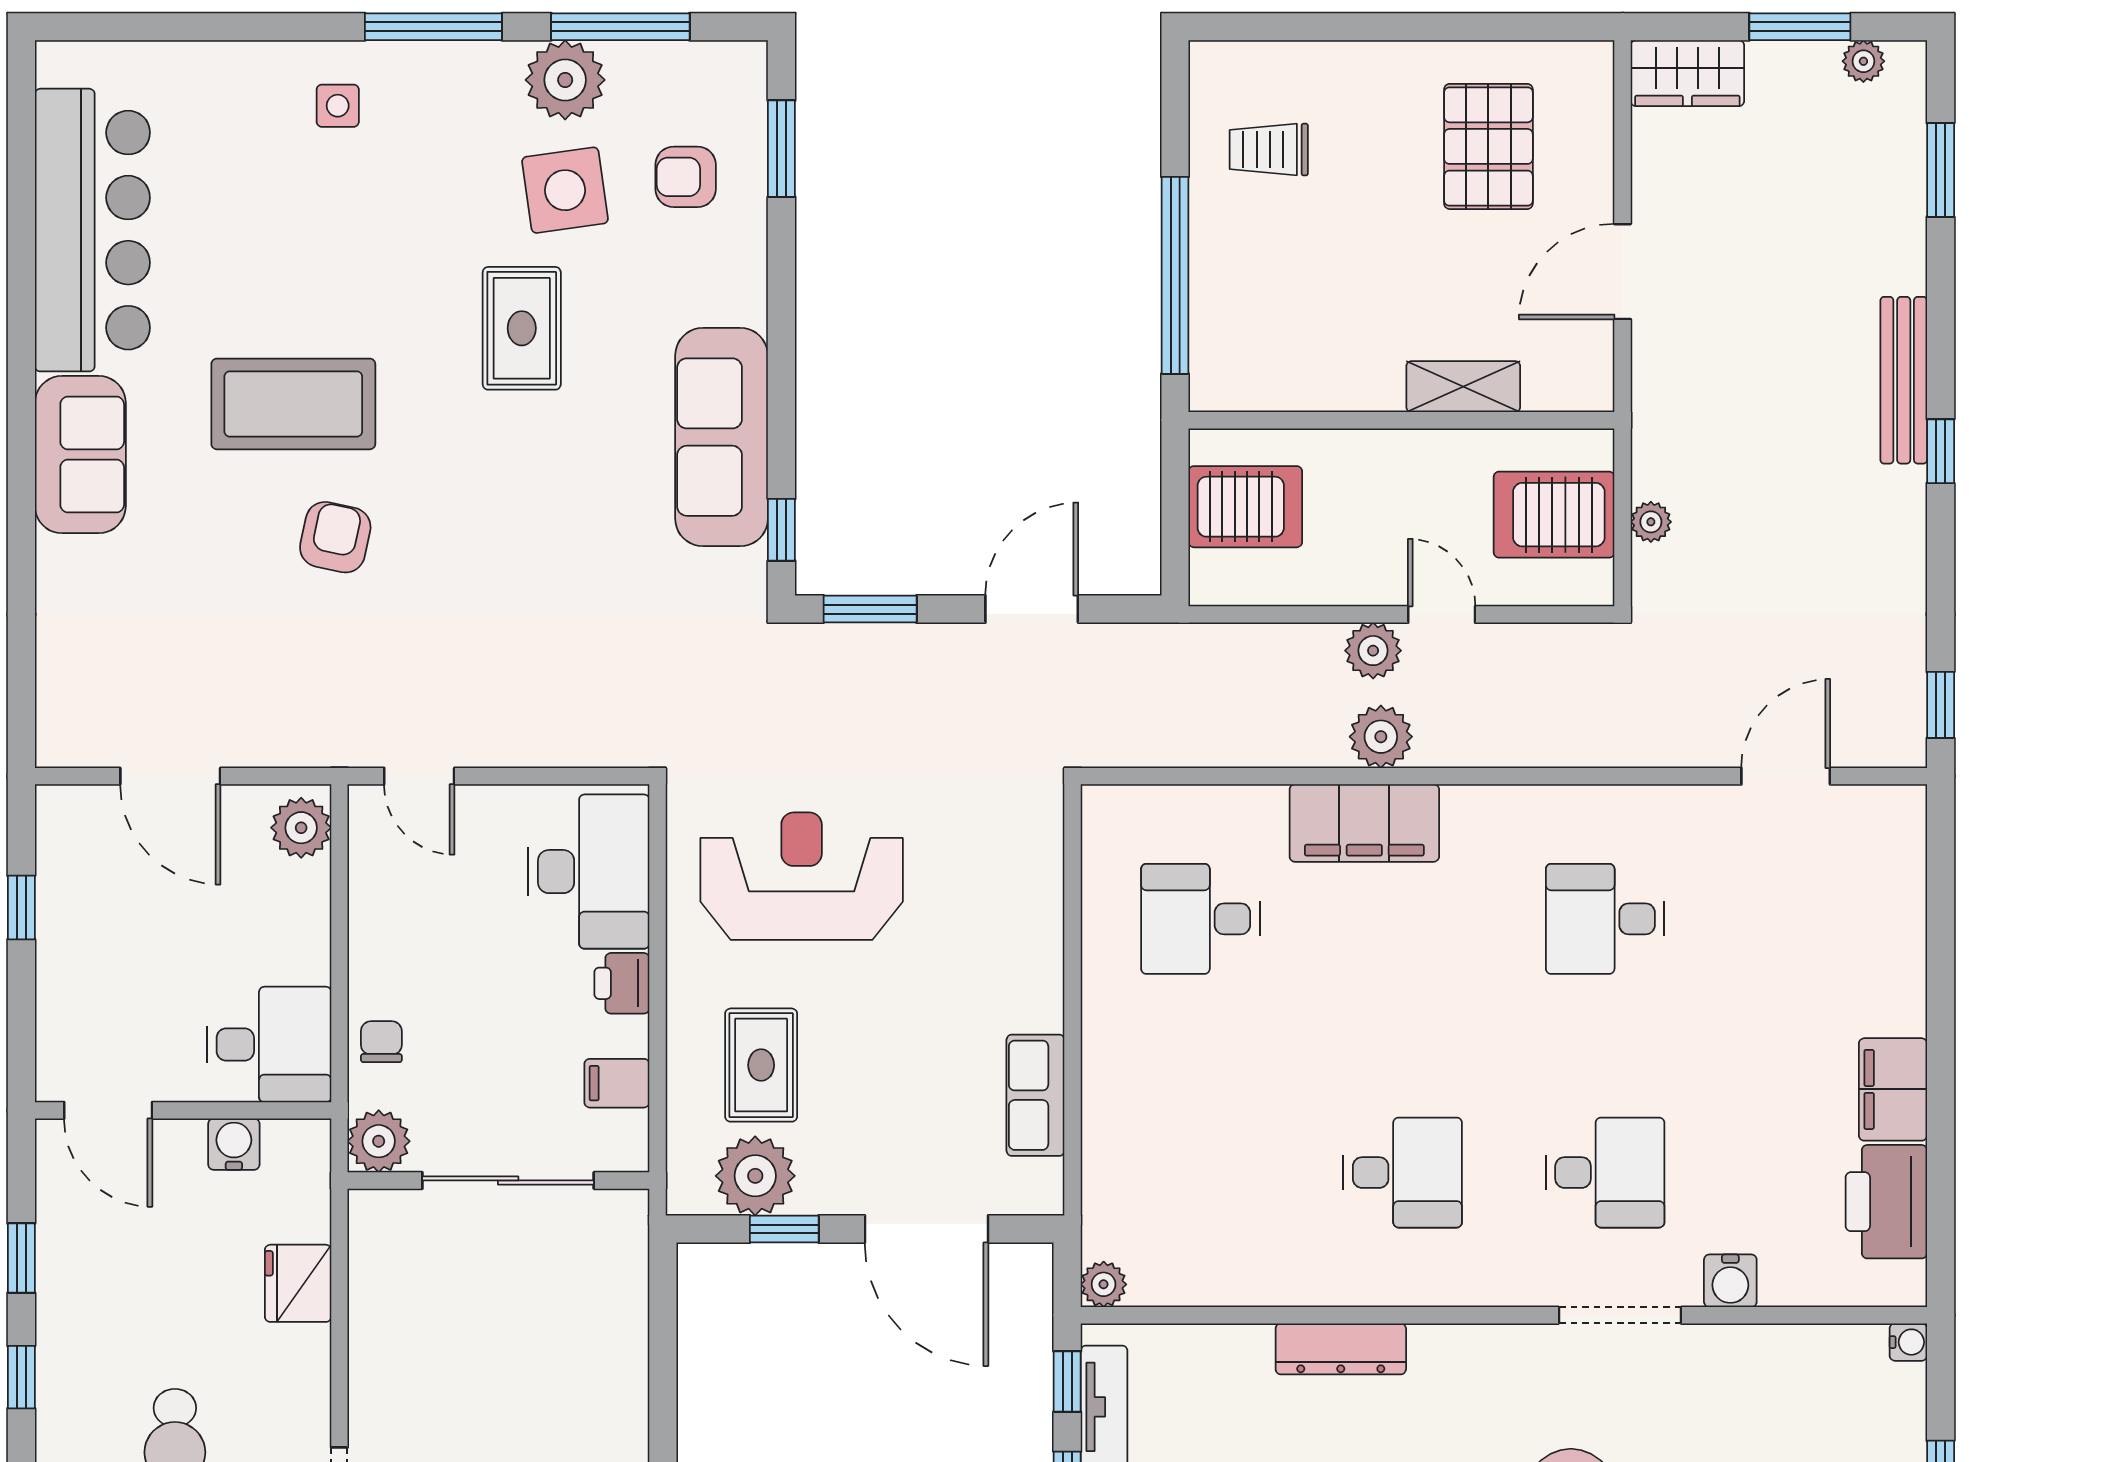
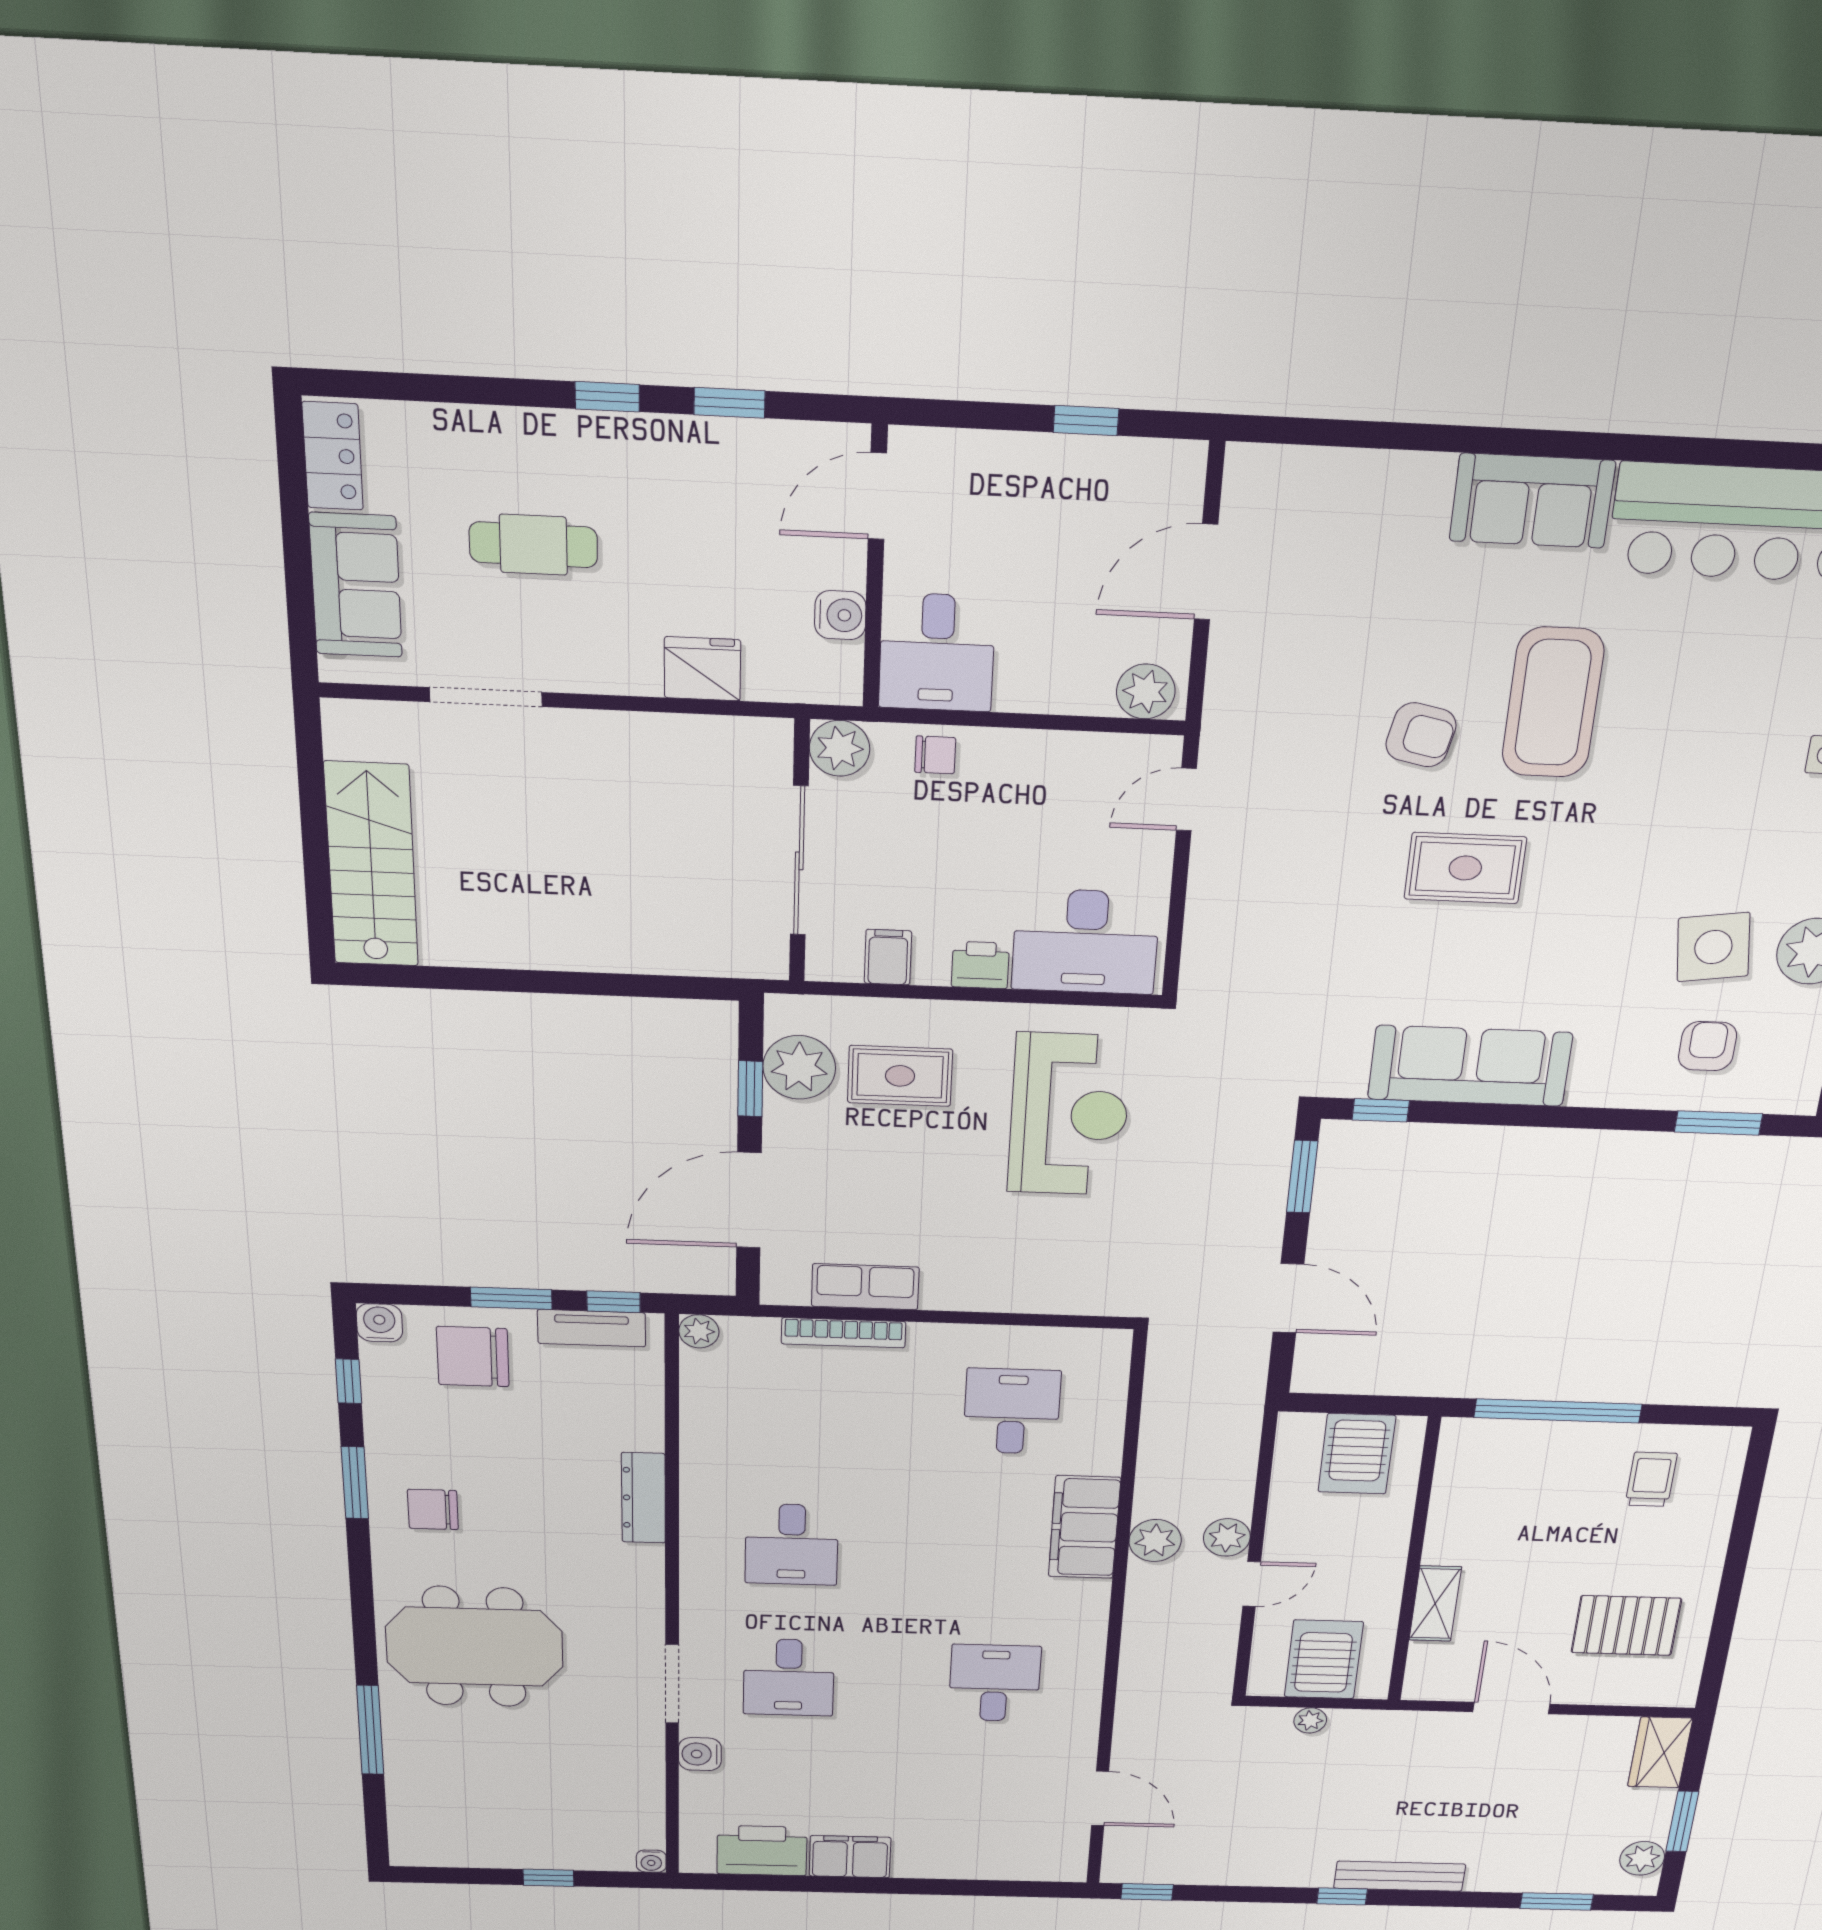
plant: (1863, 61) -> (1642, 1858), width x1.38, depth x1.38
rug: (522, 328) -> (1465, 868), moved
bookcase: (1099, 1118) -> (844, 1333), added

